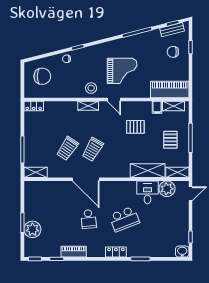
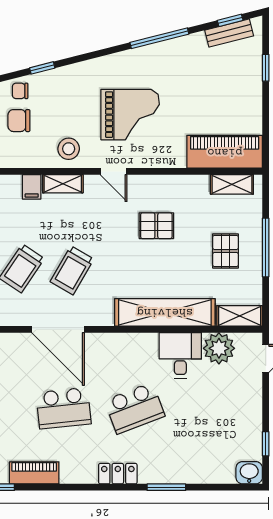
chair: (173, 52) -> (19, 121), moved
filing cabinet: (157, 107) -> (32, 187), moved
shelving: (148, 171) -> (165, 312), width x1.47
school desk: (89, 219) -> (64, 408), width x1.85

